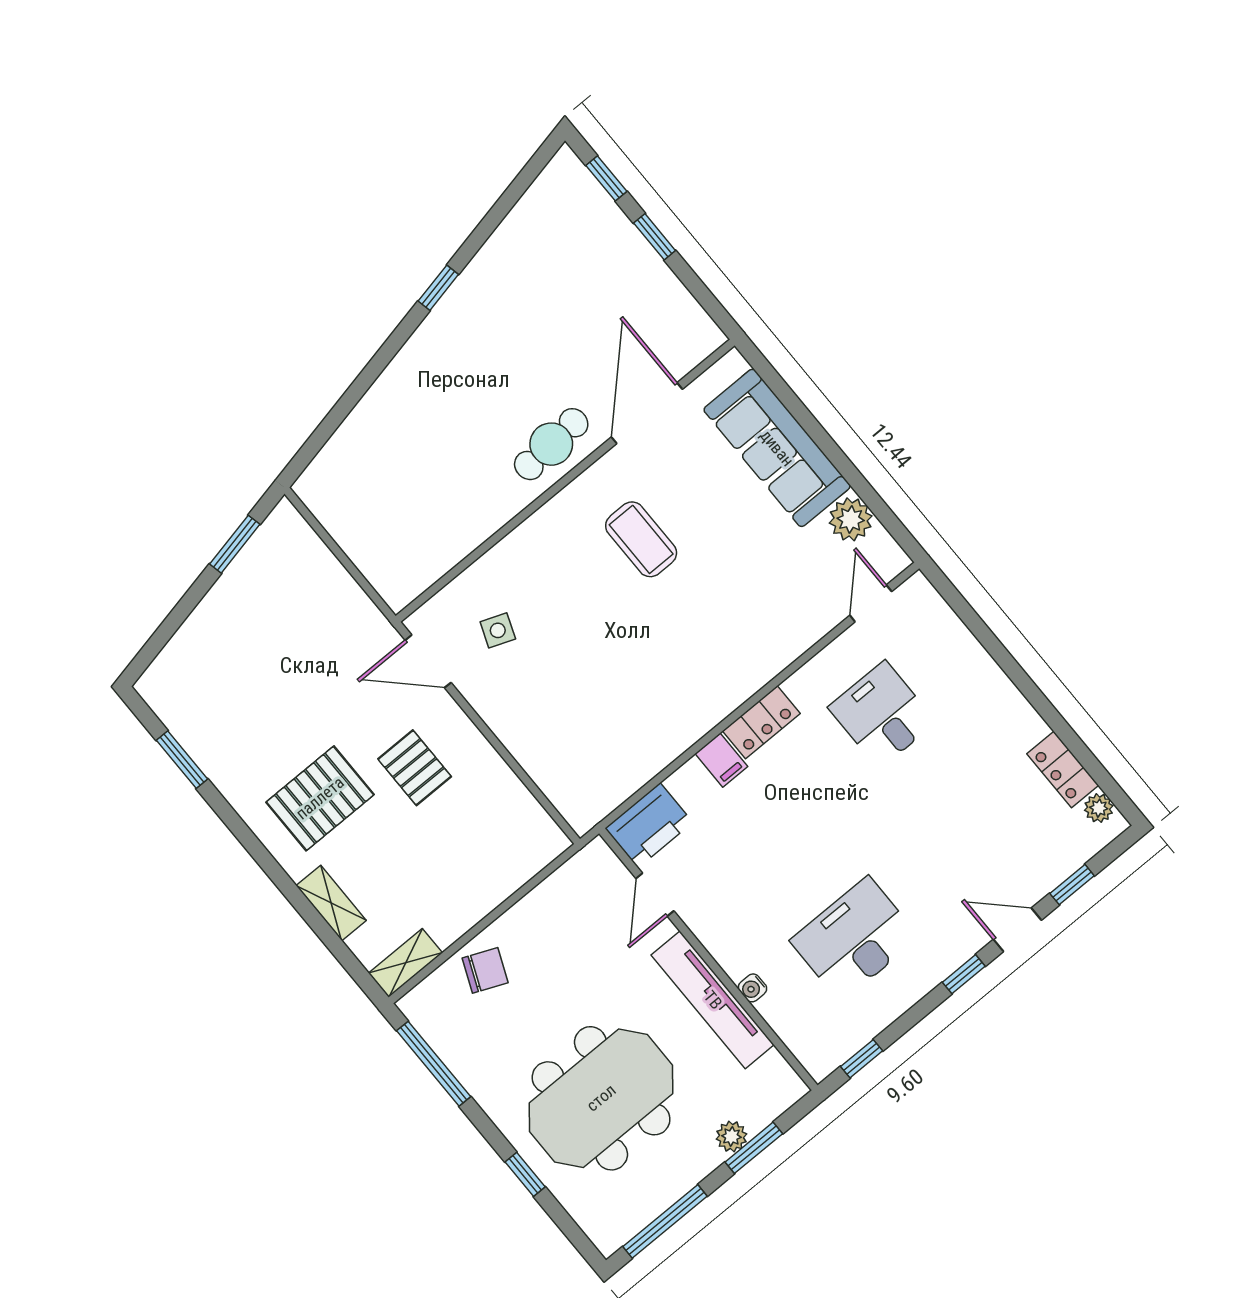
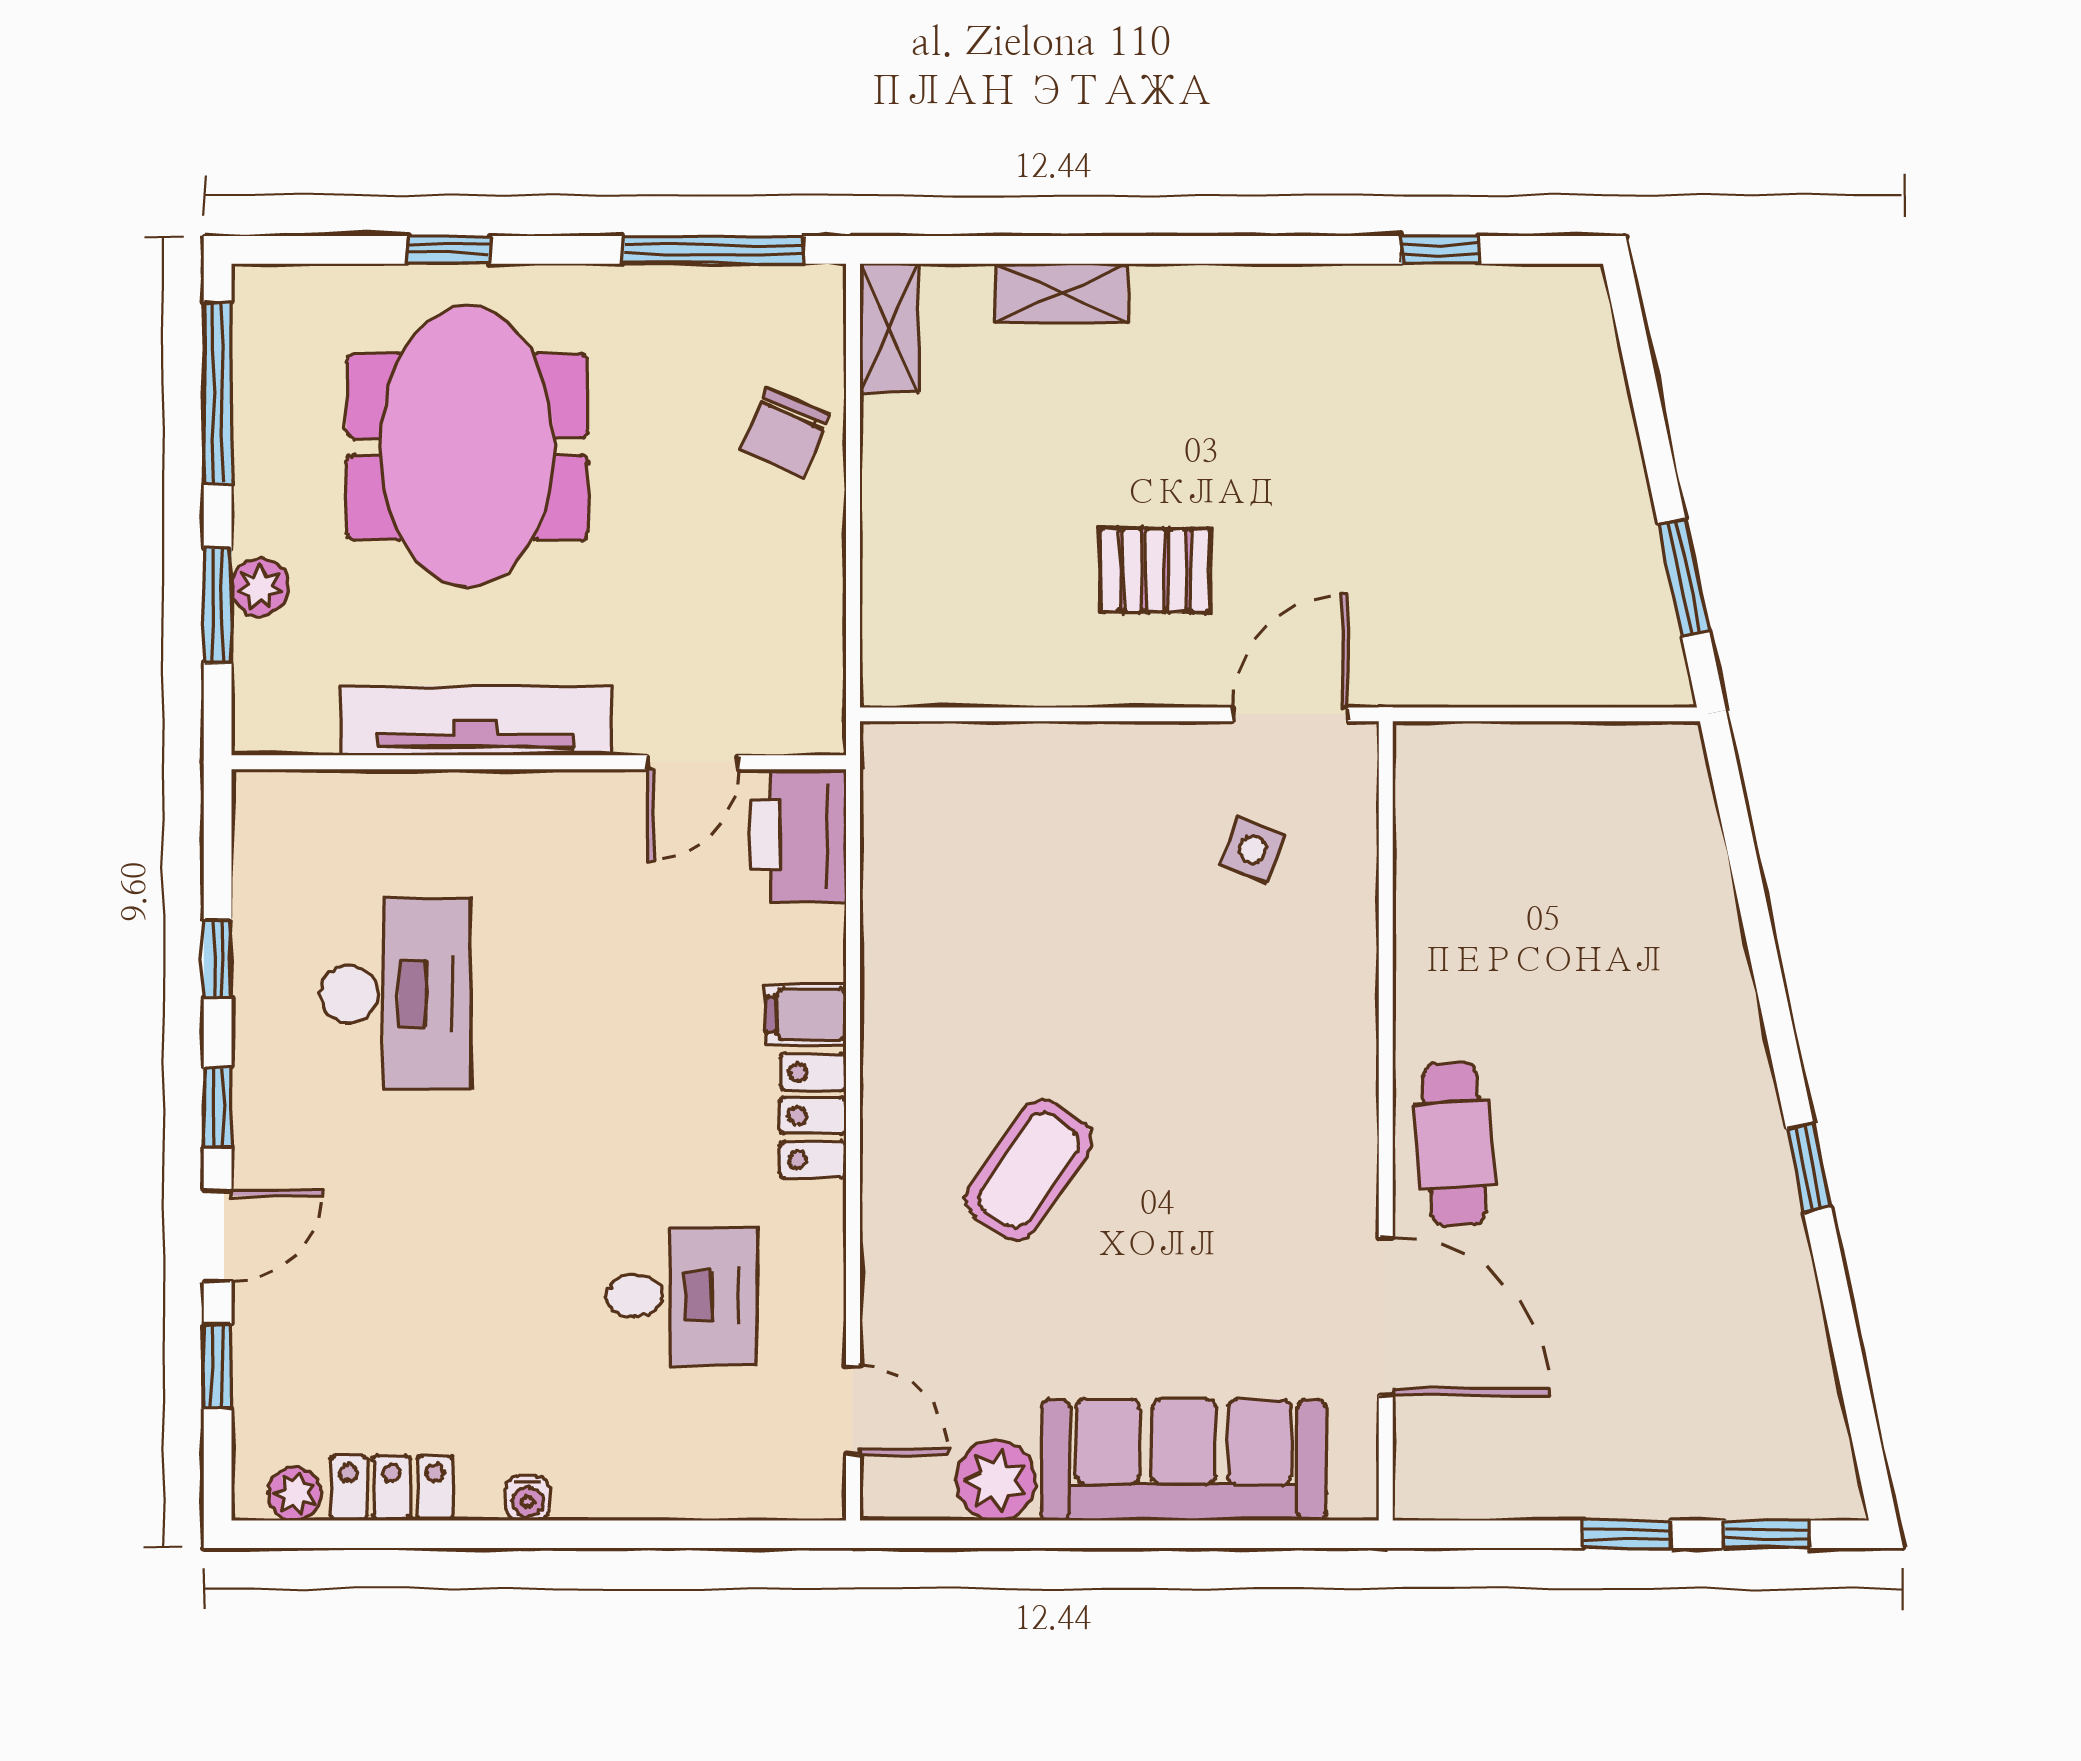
coffee table: (641, 539) -> (1029, 1170), moved, turned -55
window: (182, 760) -> (1440, 250), width x0.67
pallet: (320, 798) -> (1223, 400), removed
door: (655, 895) -> (693, 762), swing flipped
water cooler: (753, 988) -> (528, 1498), moved, turned 180
window: (862, 1059) -> (218, 959), moved

